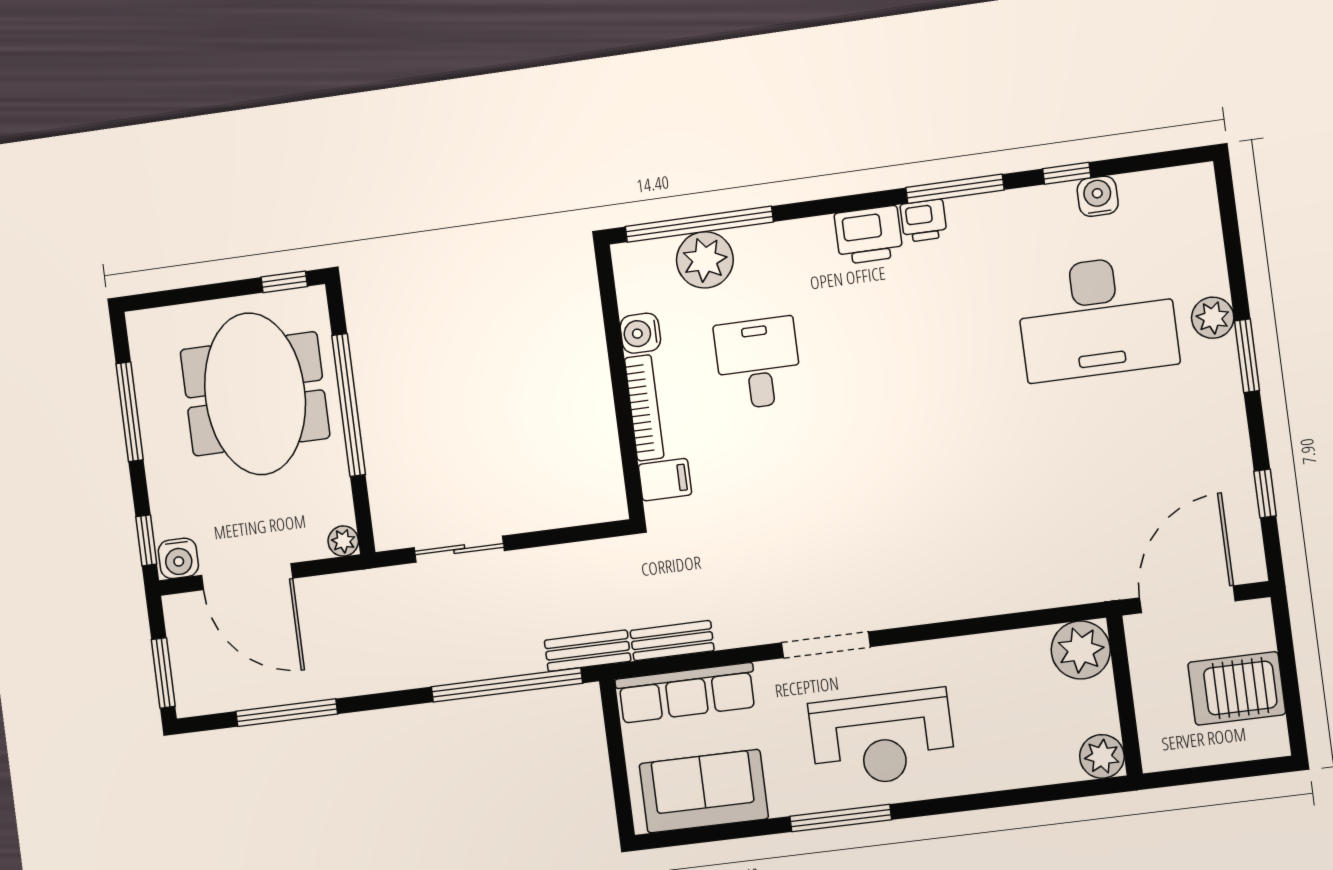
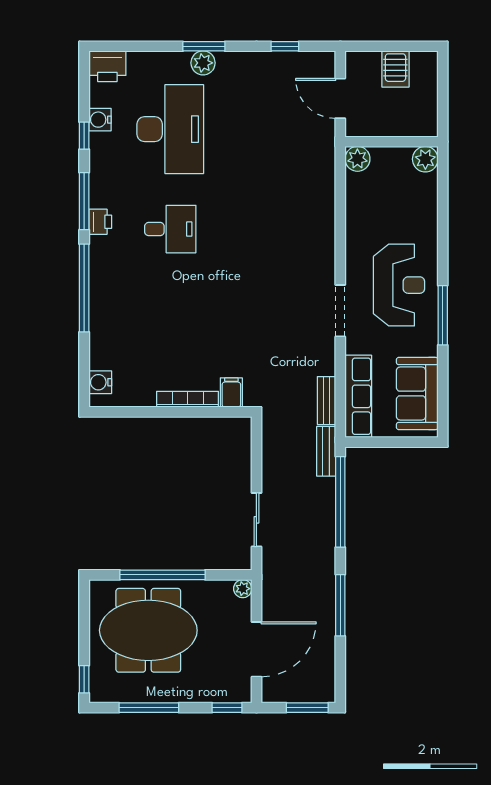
window: (699, 224) -> (84, 288), moved
printer: (869, 235) -> (107, 66), moved, turned 90
plant: (705, 260) -> (105, 352), removed
window: (284, 282) -> (84, 679), moved
plant: (1213, 318) -> (203, 63), moved
water cooler: (640, 333) -> (100, 382), moved, turned 90
desk: (758, 363) -> (170, 229), moved, turned 180
water cooler: (178, 558) -> (240, 690), removed
door: (1187, 599) -> (340, 98), width x0.73
plant: (1081, 650) -> (357, 159), width x0.73, depth x0.73
server rack: (1237, 688) -> (395, 69), width x0.73, depth x0.70
window: (287, 713) -> (340, 605), moved

